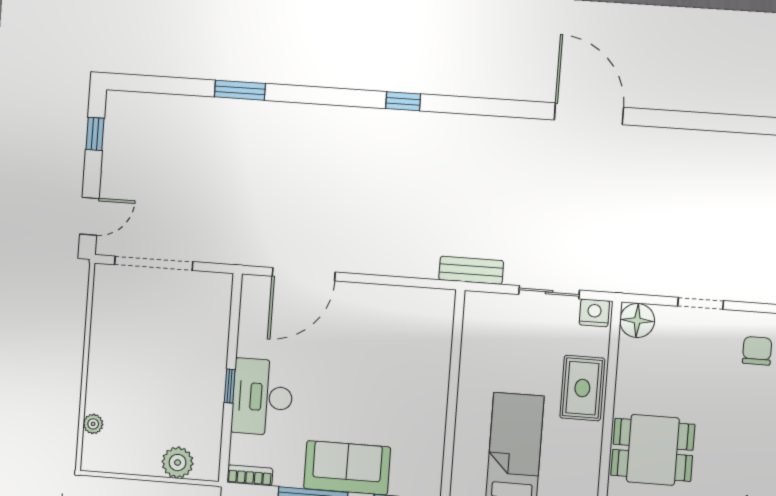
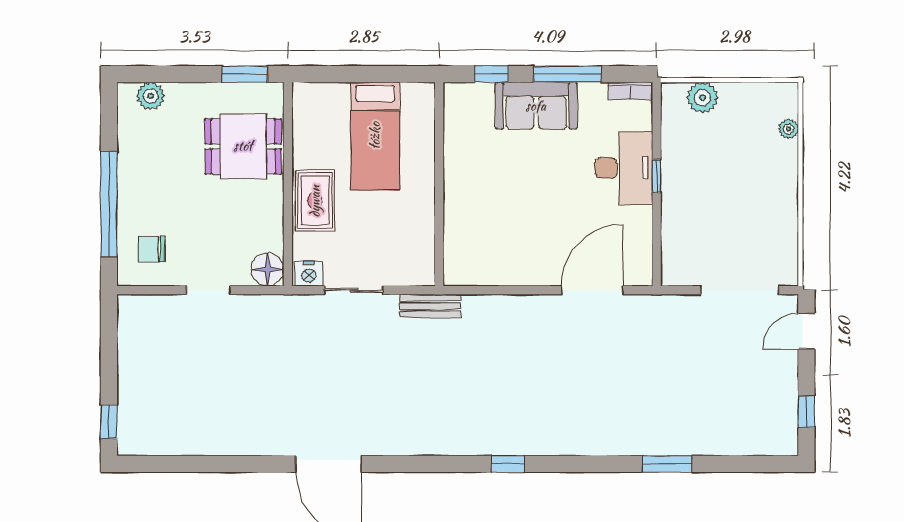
chair: (757, 351) -> (151, 249), turned 90

